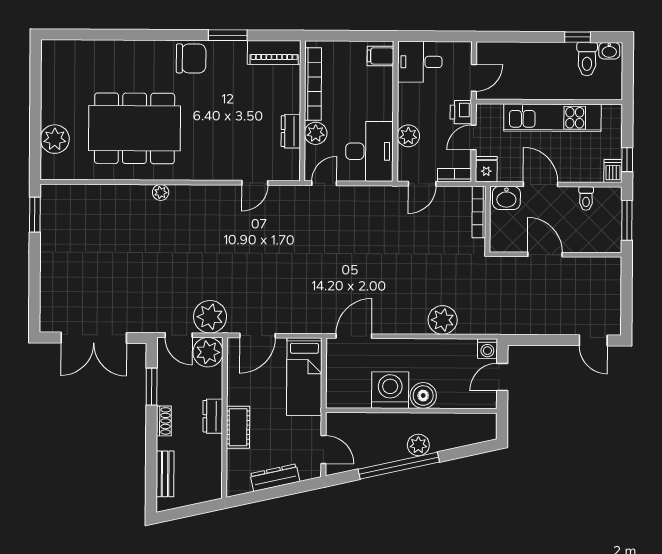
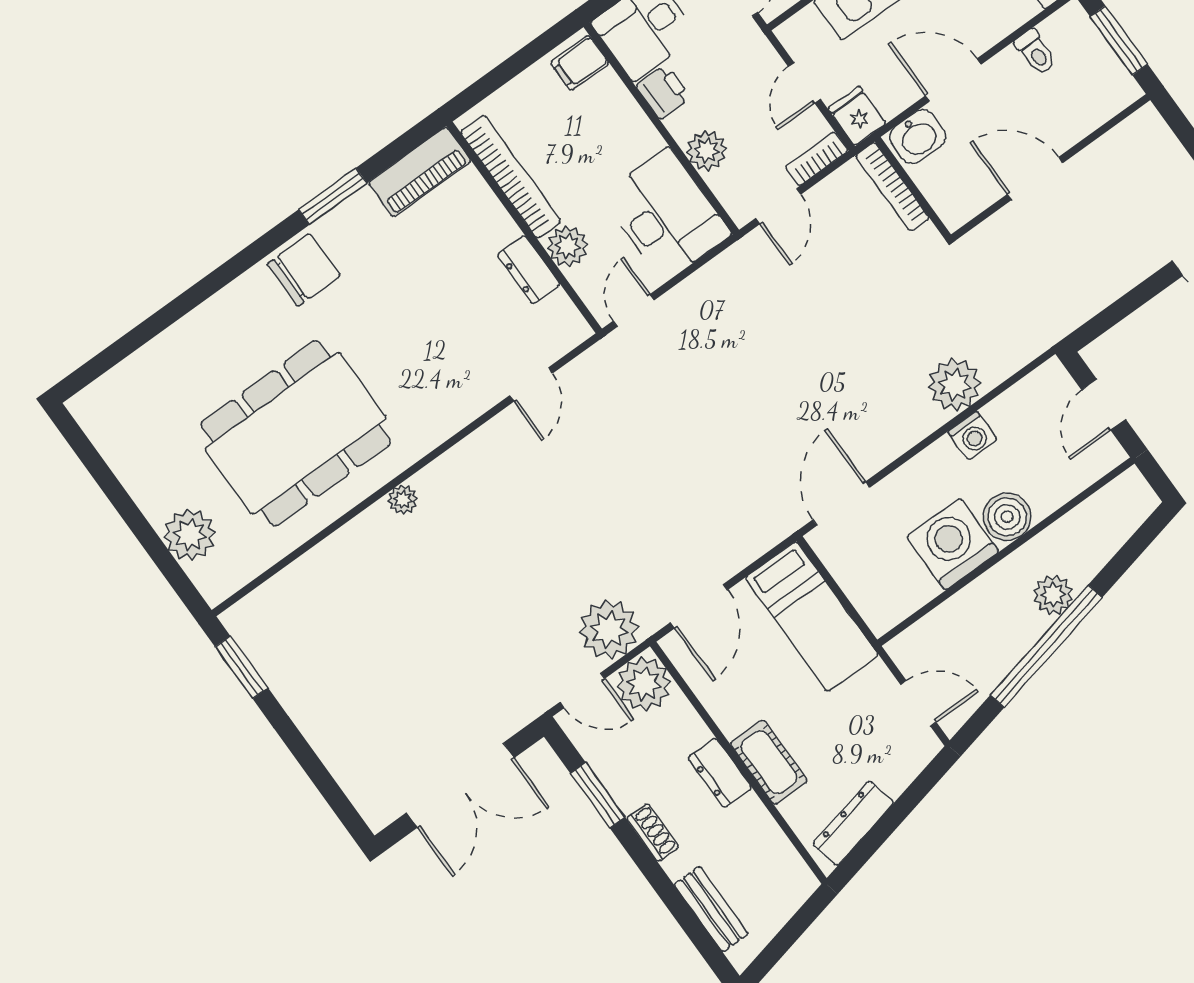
printer: (461, 112) -> (663, 92), moved, turned 180
washing machine: (487, 349) -> (973, 436), moved
dresser: (275, 478) -> (853, 823), moved

